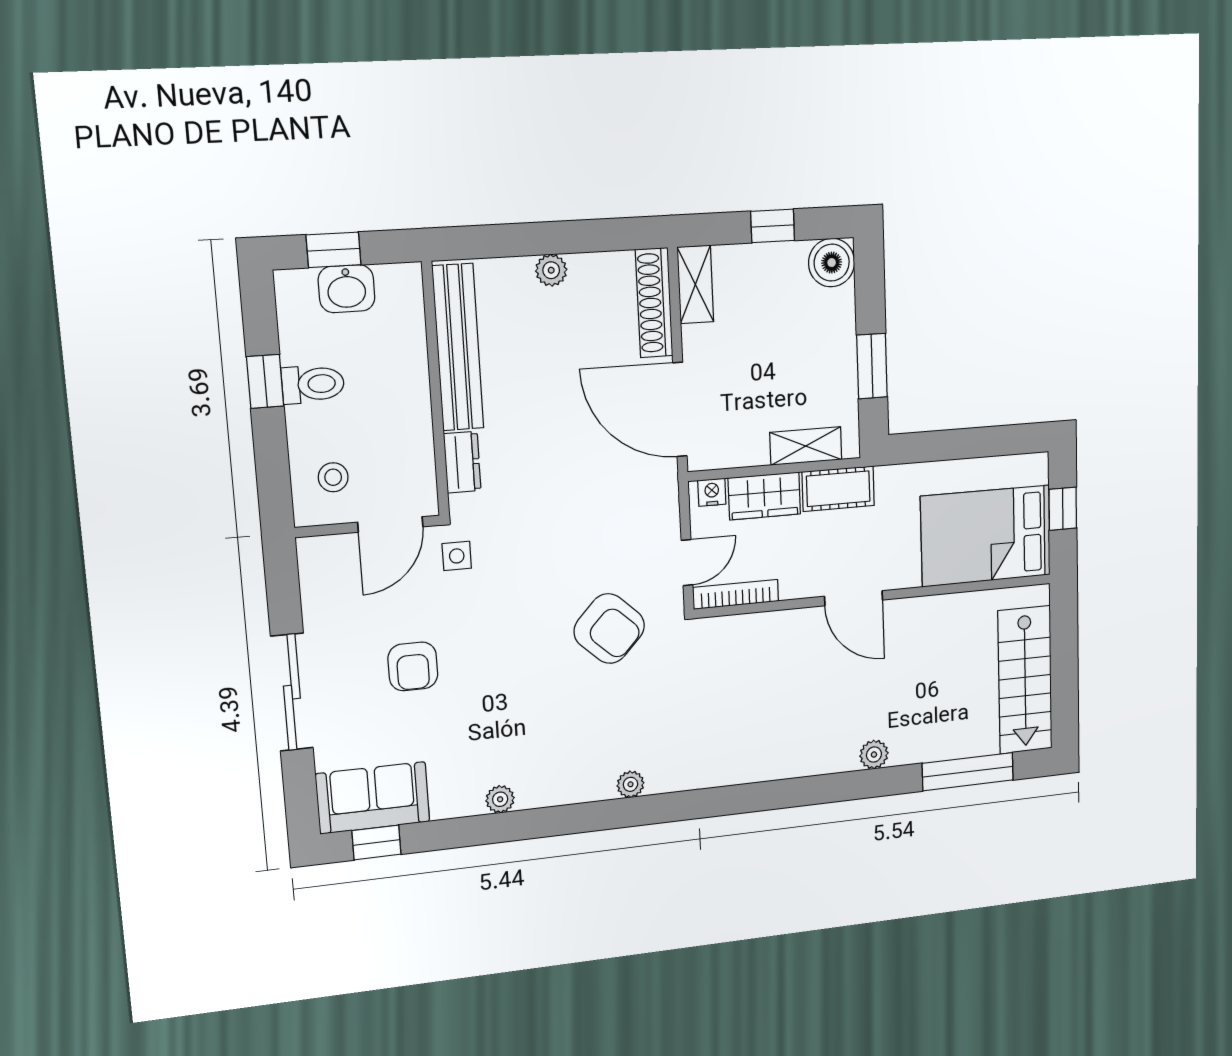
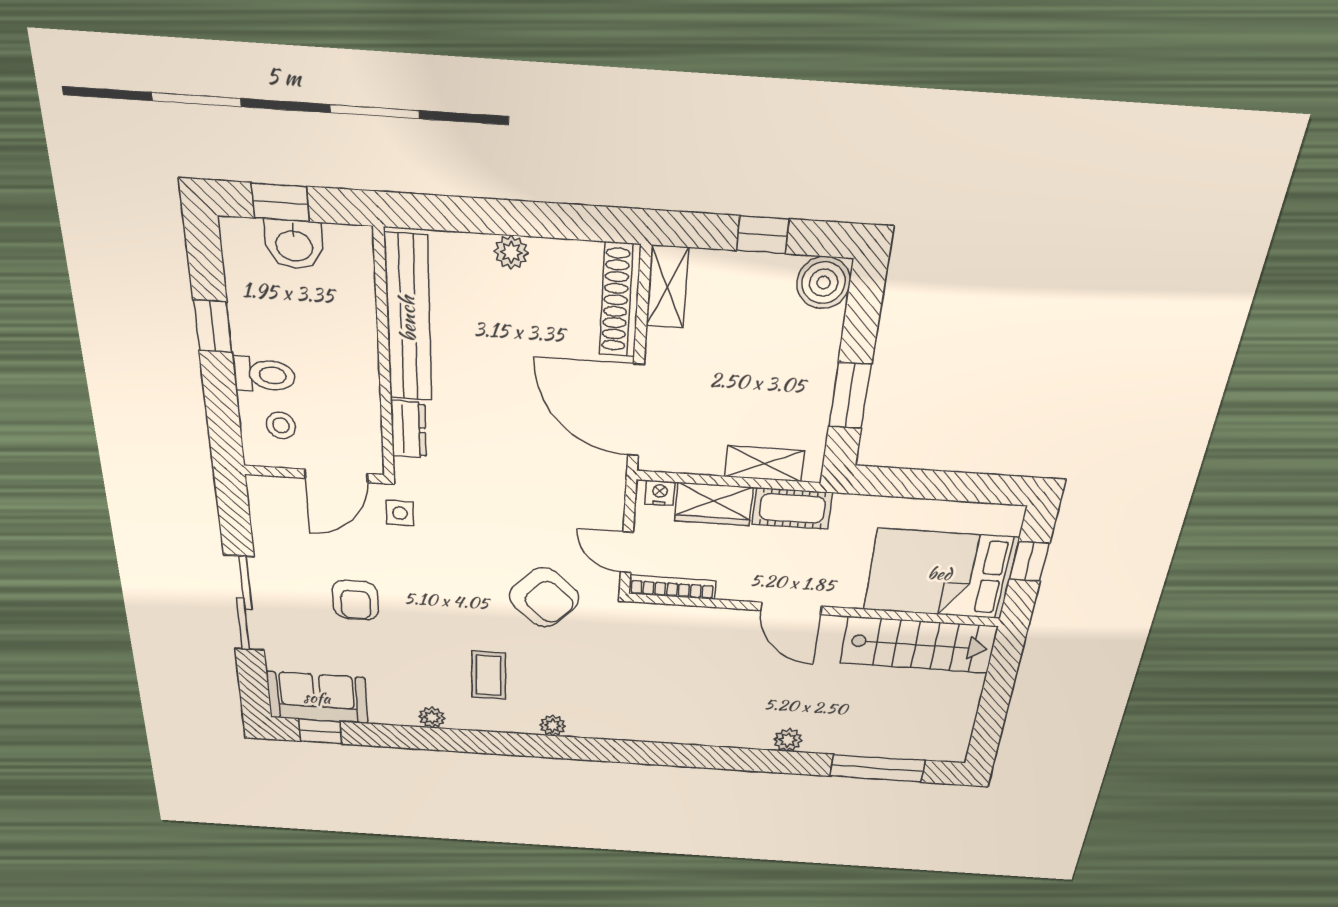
toilet: (313, 384) -> (264, 375), moved
door: (687, 563) -> (627, 552), swing flipped
stairs: (1025, 680) -> (918, 645), moved, turned -90
coffee table: (558, 734) -> (489, 675), added

